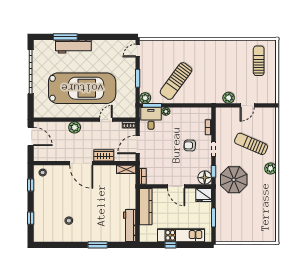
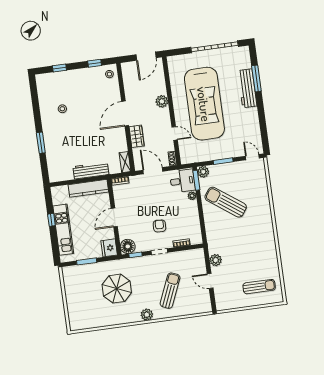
parasol: (234, 180) -> (117, 289), moved
workbench: (130, 226) -> (91, 171), moved

